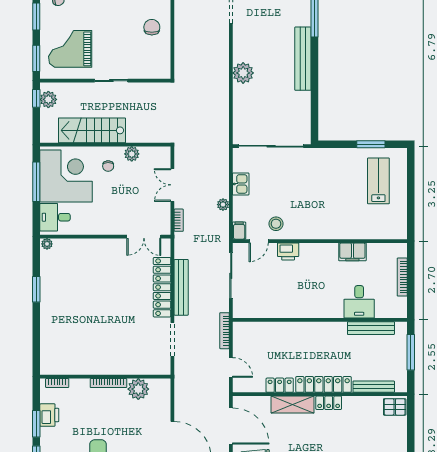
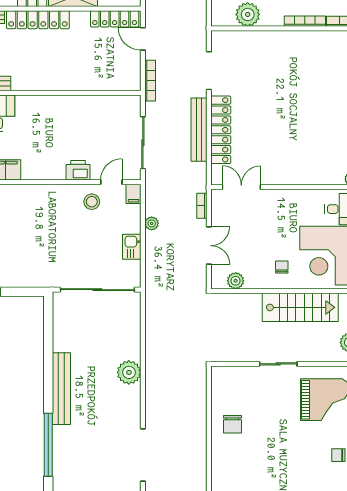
plant: (132, 154) -> (236, 281), moved
bookcase: (108, 383) -> (305, 21), moved
locker: (280, 385) -> (115, 19), moved, width x1.53

